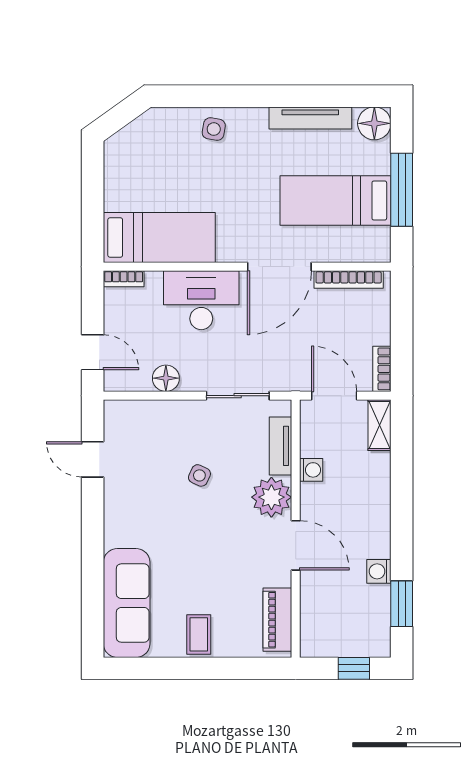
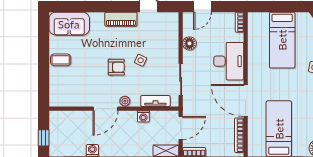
bed: (159, 238) -> (282, 40), moved
plant: (271, 497) -> (125, 101), width x0.53, depth x0.53
armchair: (213, 524) -> (116, 67), added
sofa: (127, 603) -> (69, 24), width x0.73
piano: (277, 620) -> (121, 19), moved, turned 180

